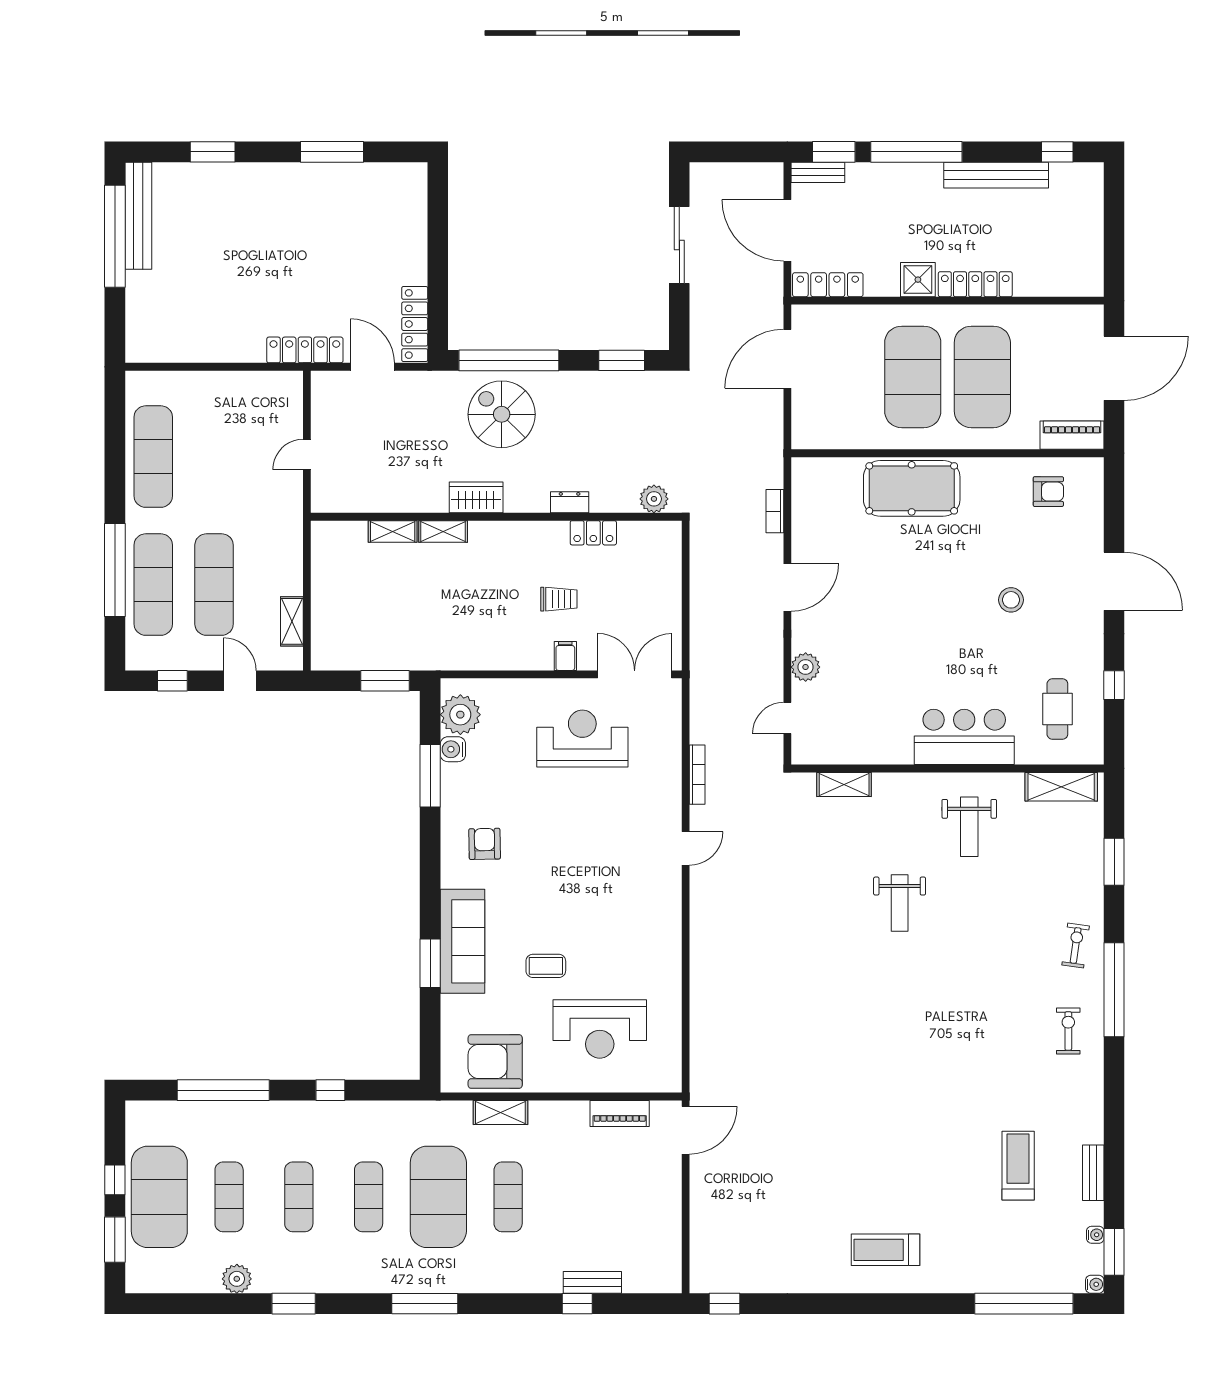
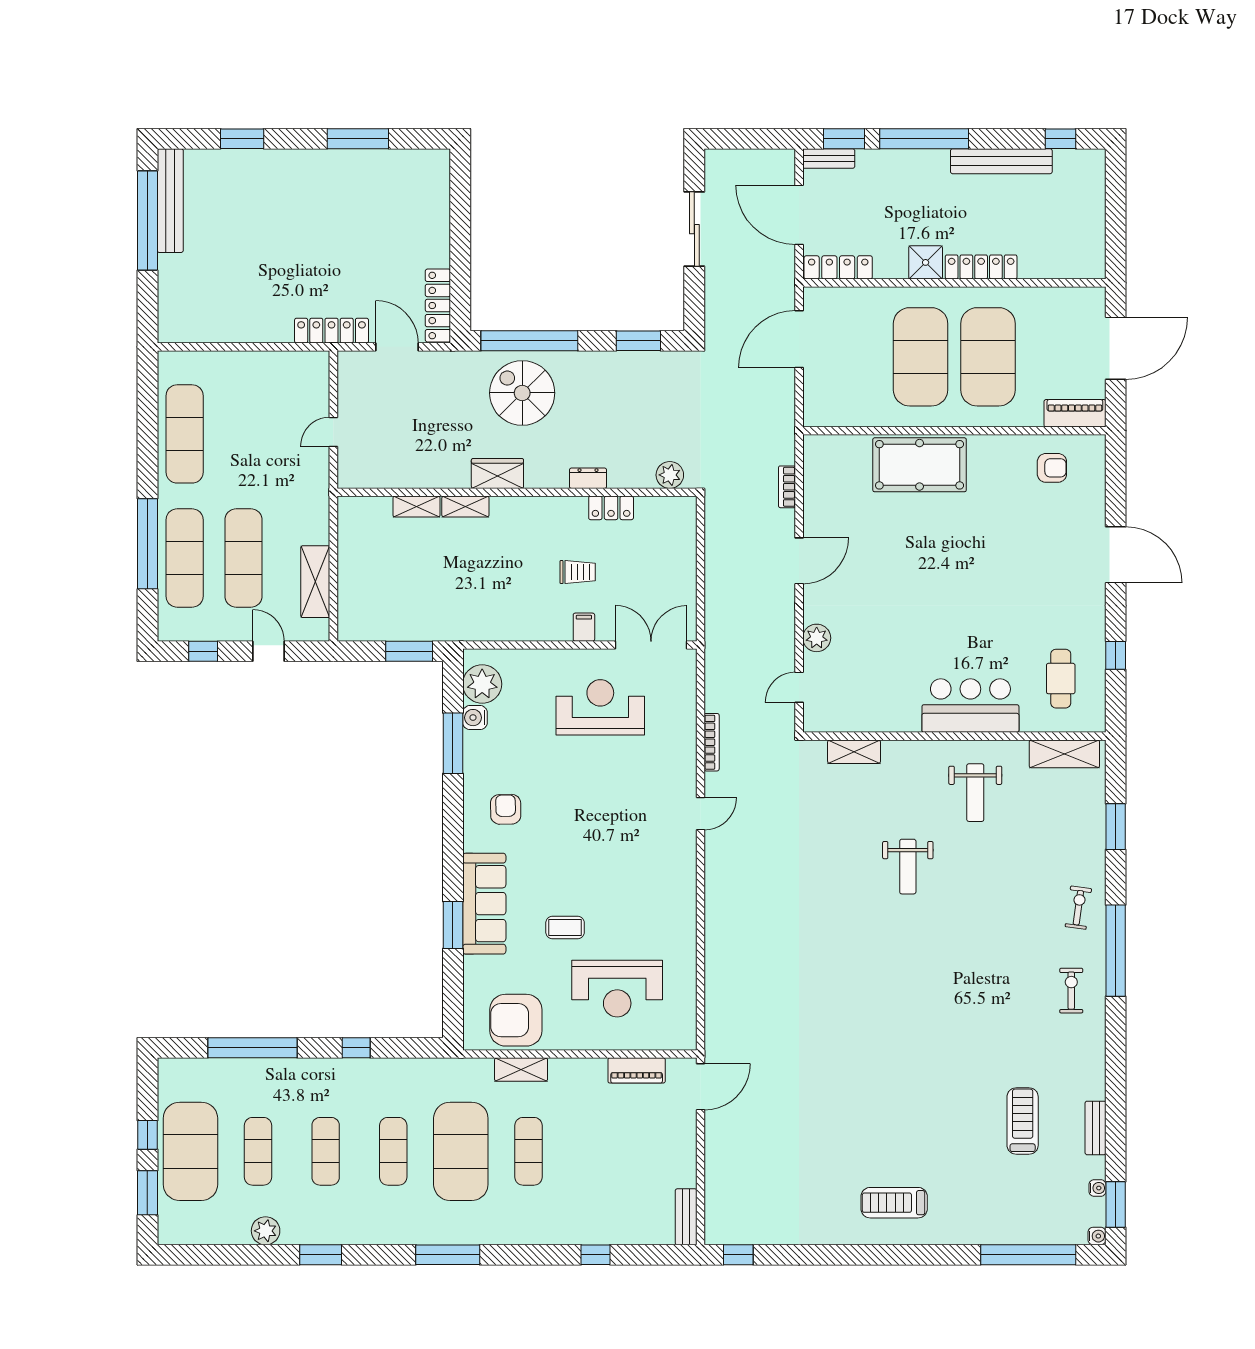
stool: (1011, 600) -> (1016, 573), removed
shelving: (292, 621) -> (315, 582), width x1.50, depth x1.33
bench: (592, 1282) -> (686, 1217), moved, turned 90

